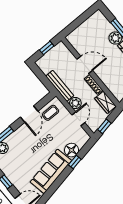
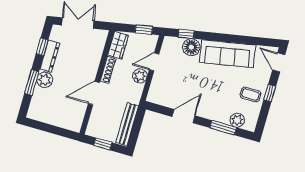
door: (85, 65) -> (94, 93), hinge flipped
bench: (60, 86) -> (127, 124), moved
coffee table: (51, 113) -> (251, 94), moved
window: (75, 162) -> (186, 34), moved

